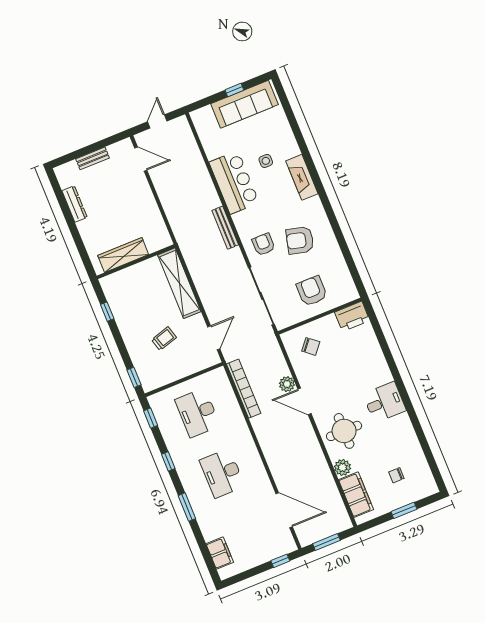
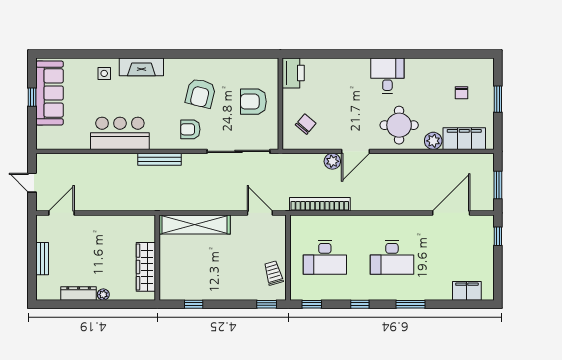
side table: (266, 161) -> (104, 73), moved
plant: (83, 227) -> (103, 295), added
trolley: (164, 339) -> (273, 273), moved

